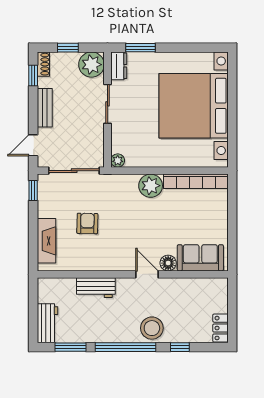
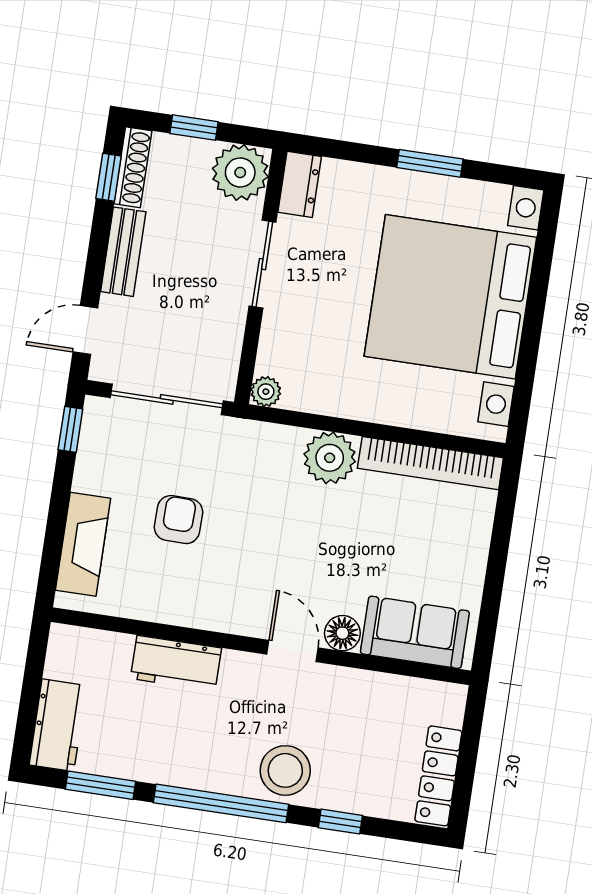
window: (141, 48) -> (430, 163), moved
shoe rack: (43, 64) -> (133, 167), width x1.43
locker: (220, 328) -> (438, 776), width x1.53

